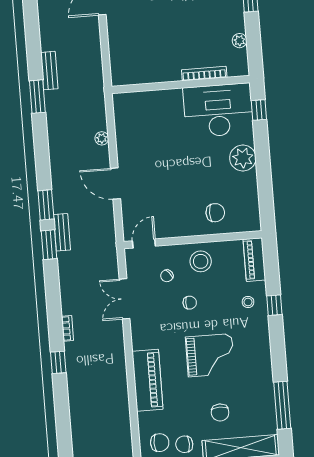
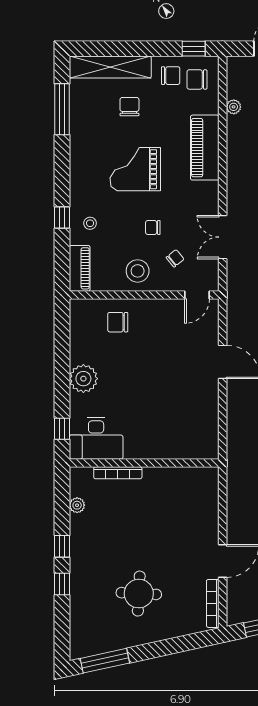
desk: (218, 110) -> (96, 438), width x0.73, depth x0.77
plant: (102, 138) -> (234, 107), moved
double door: (125, 299) -> (223, 237), swing flipped

